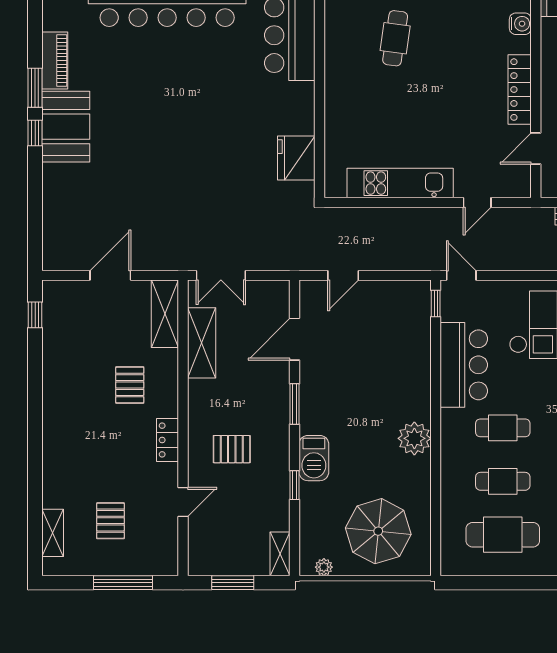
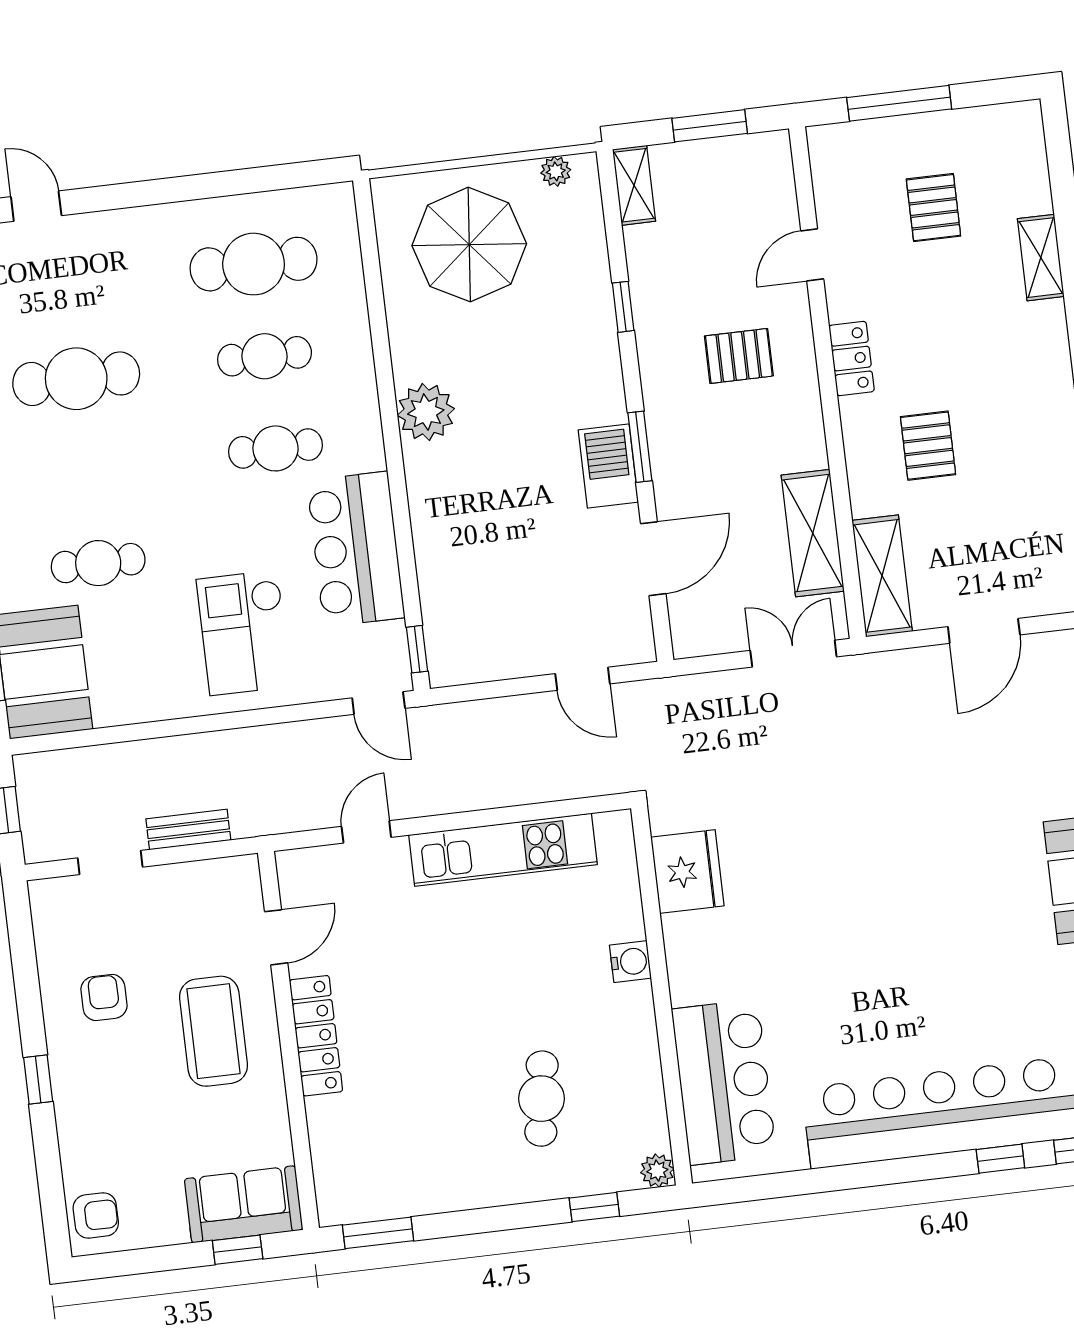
water cooler: (520, 24) -> (630, 962), moved, turned 180
door: (343, 275) -> (583, 679), swing flipped
barbecue: (314, 458) -> (608, 466), moved
shelving: (53, 533) -> (1041, 258), moved

